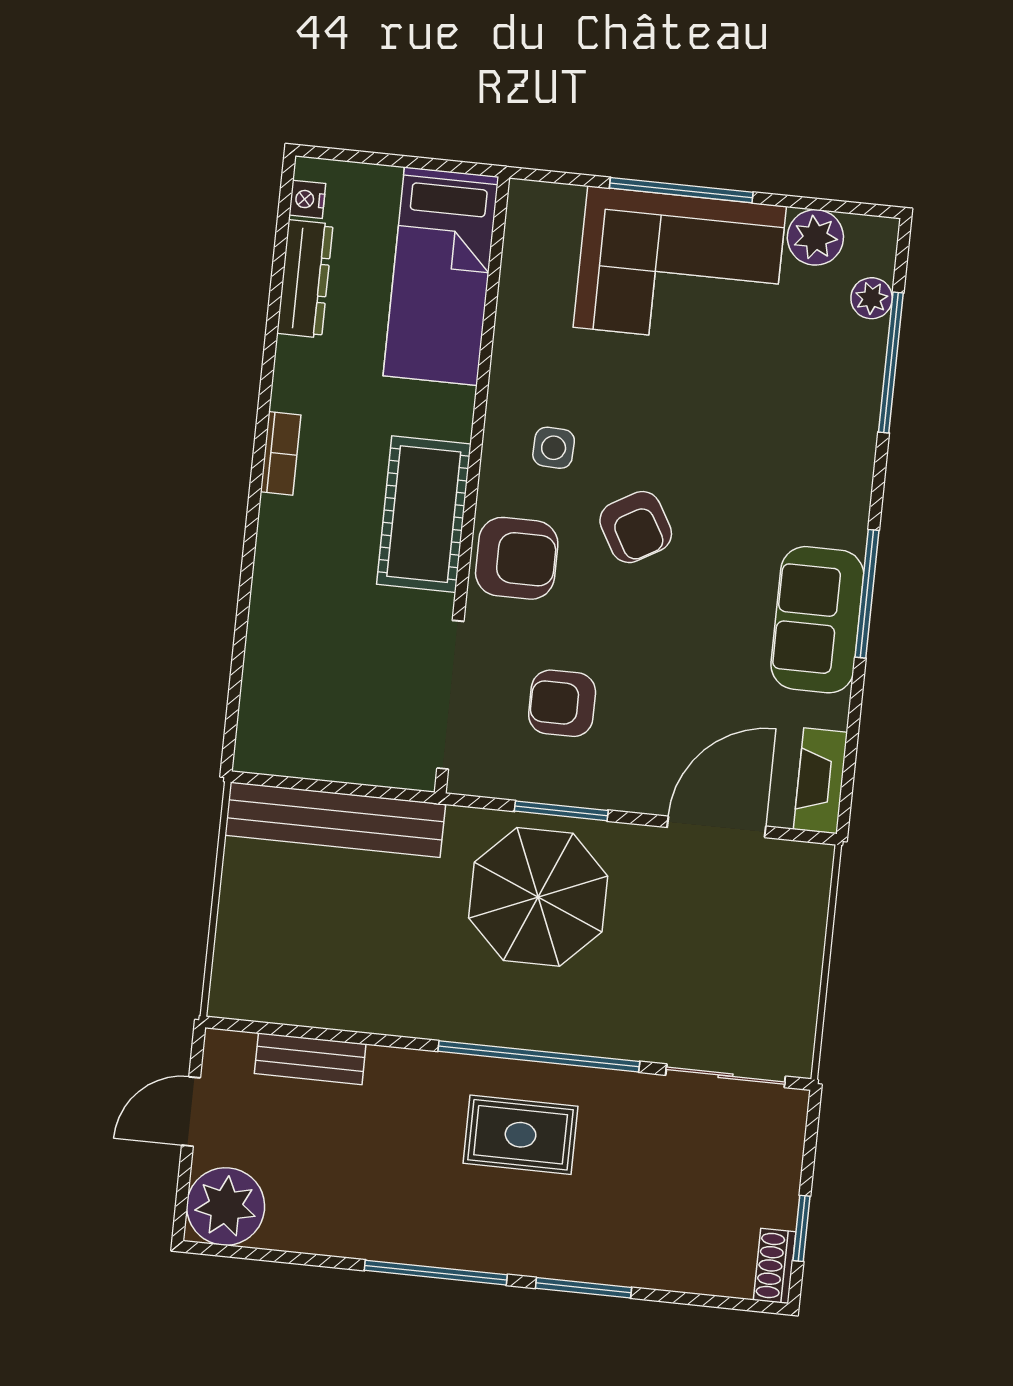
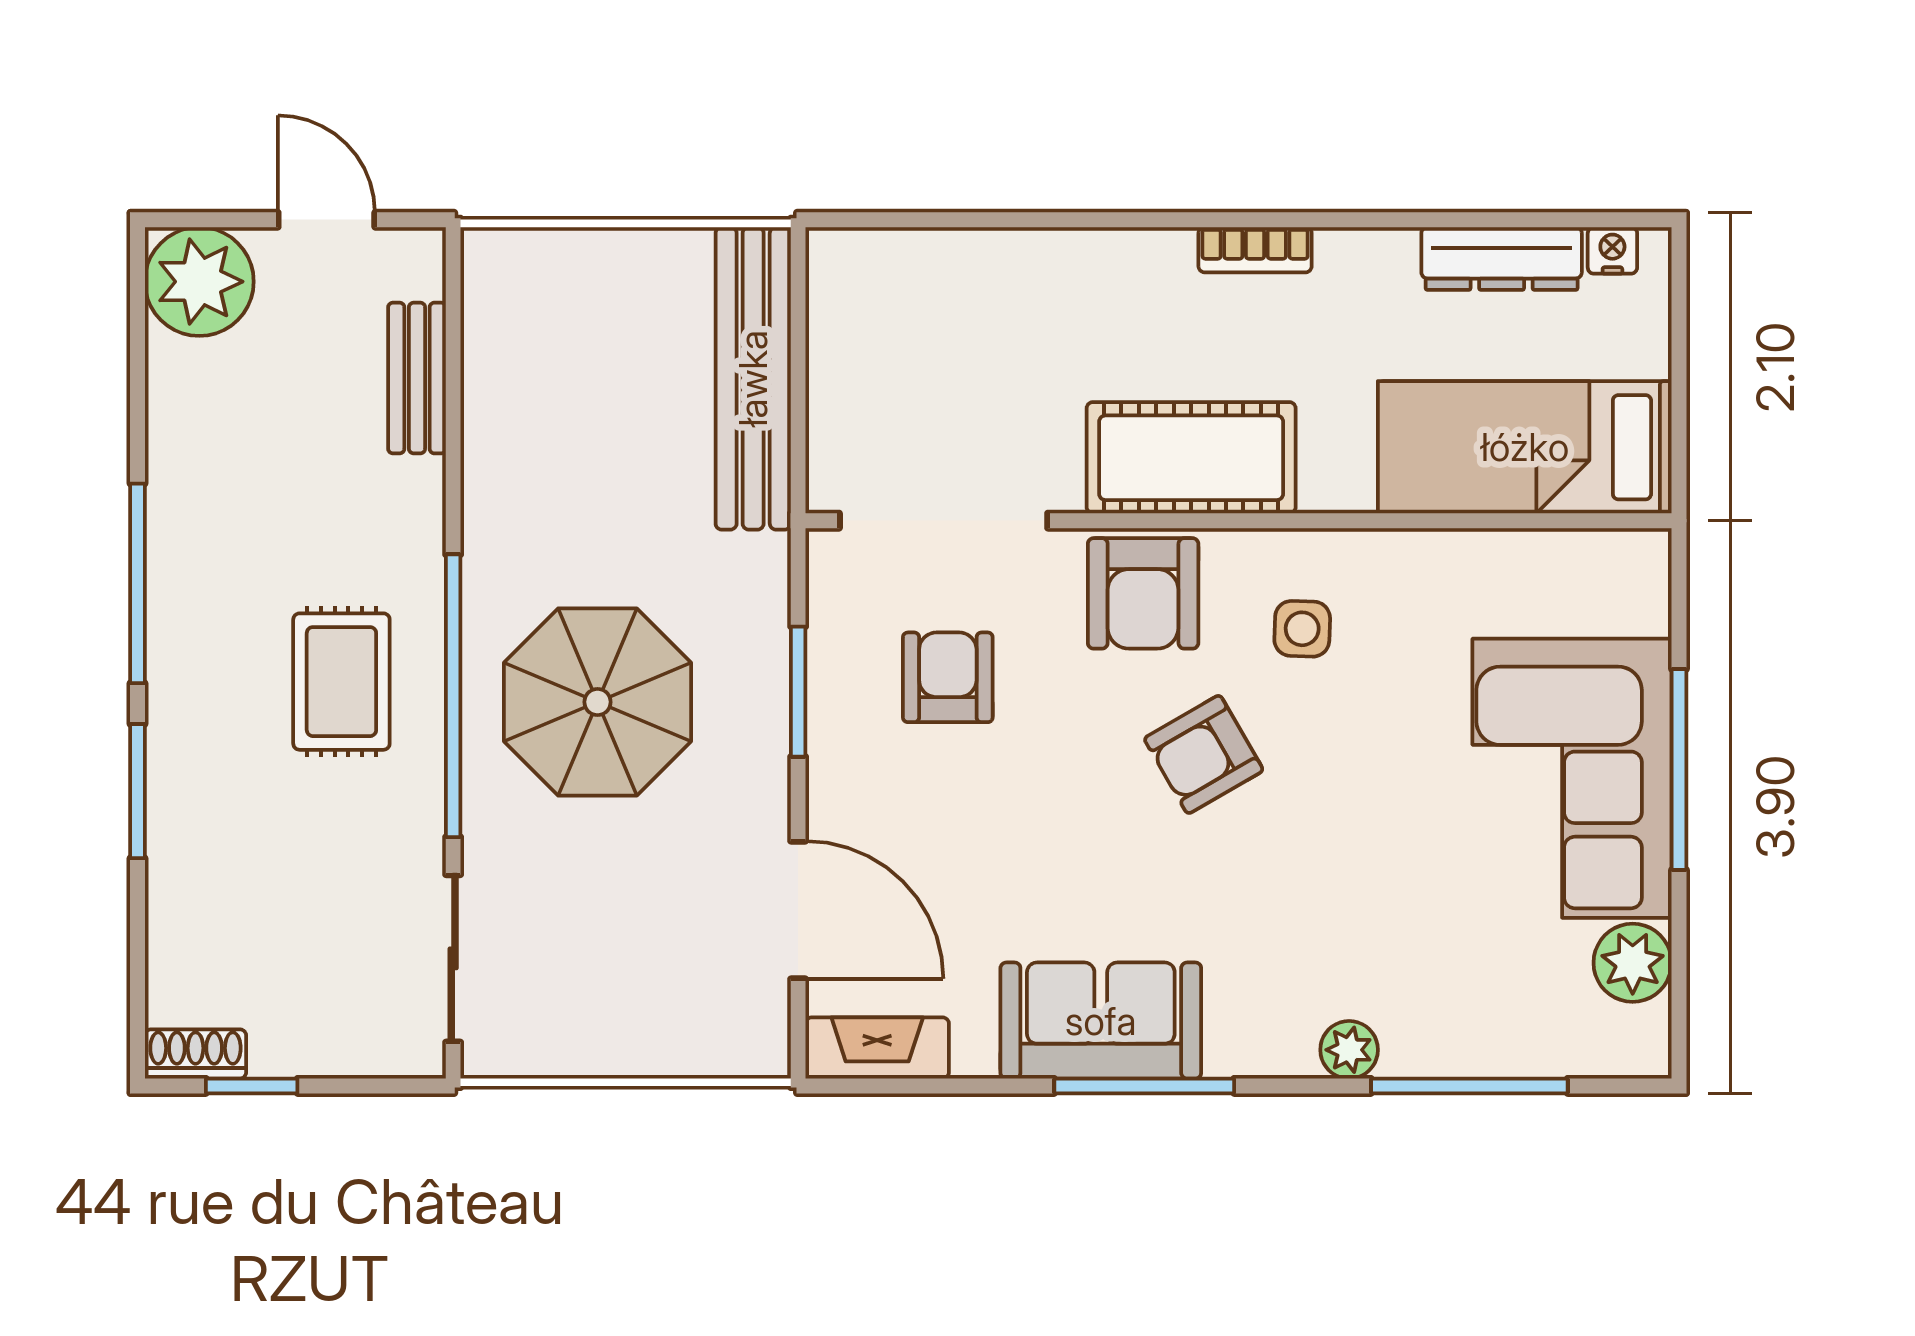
plant: (872, 298) -> (1349, 1050), moved
parasol: (538, 897) -> (597, 702), moved

